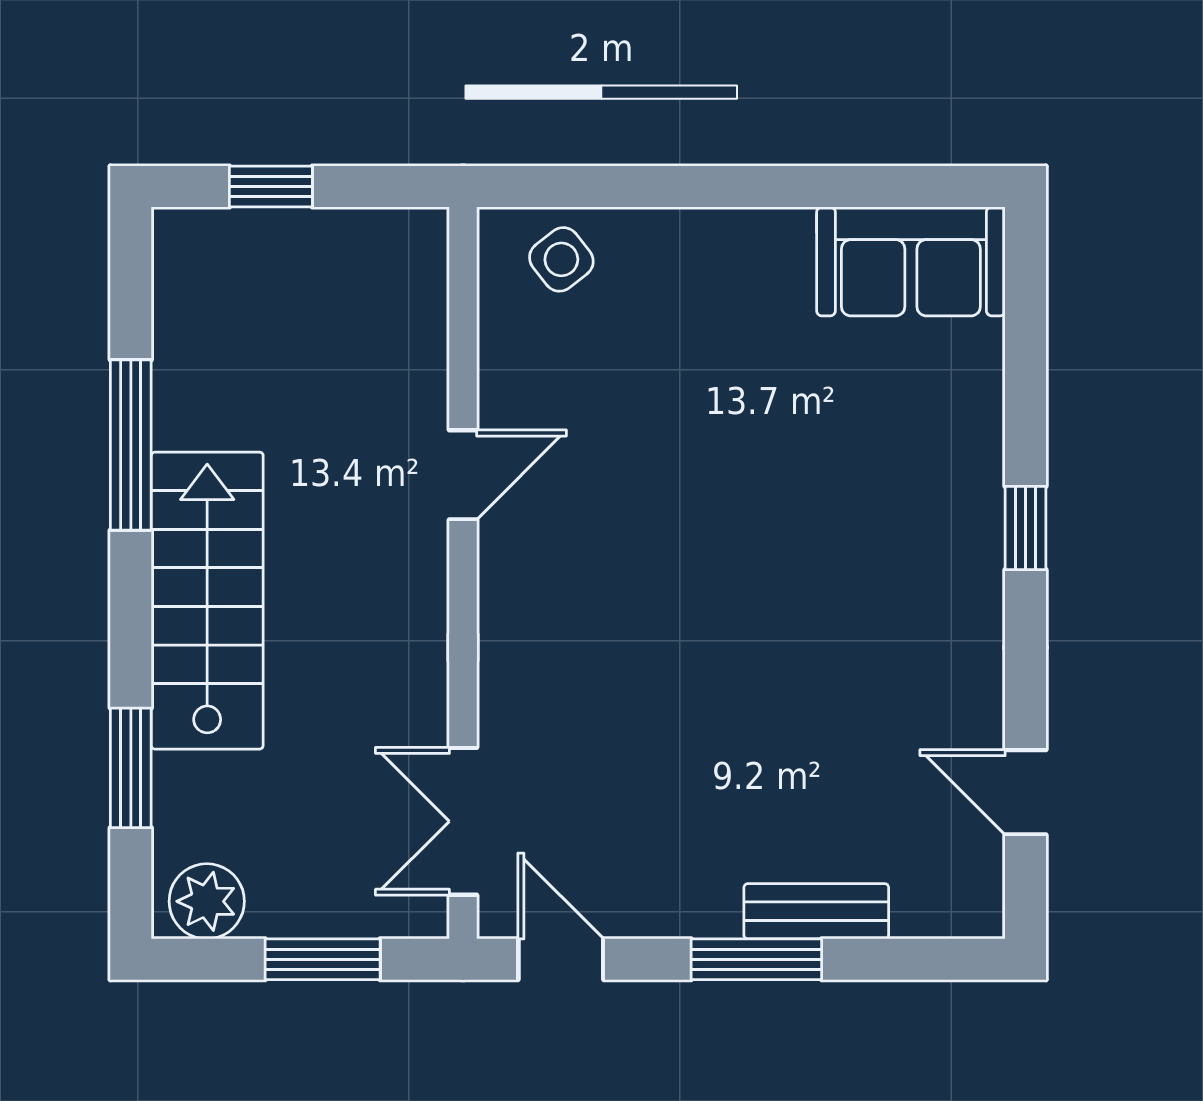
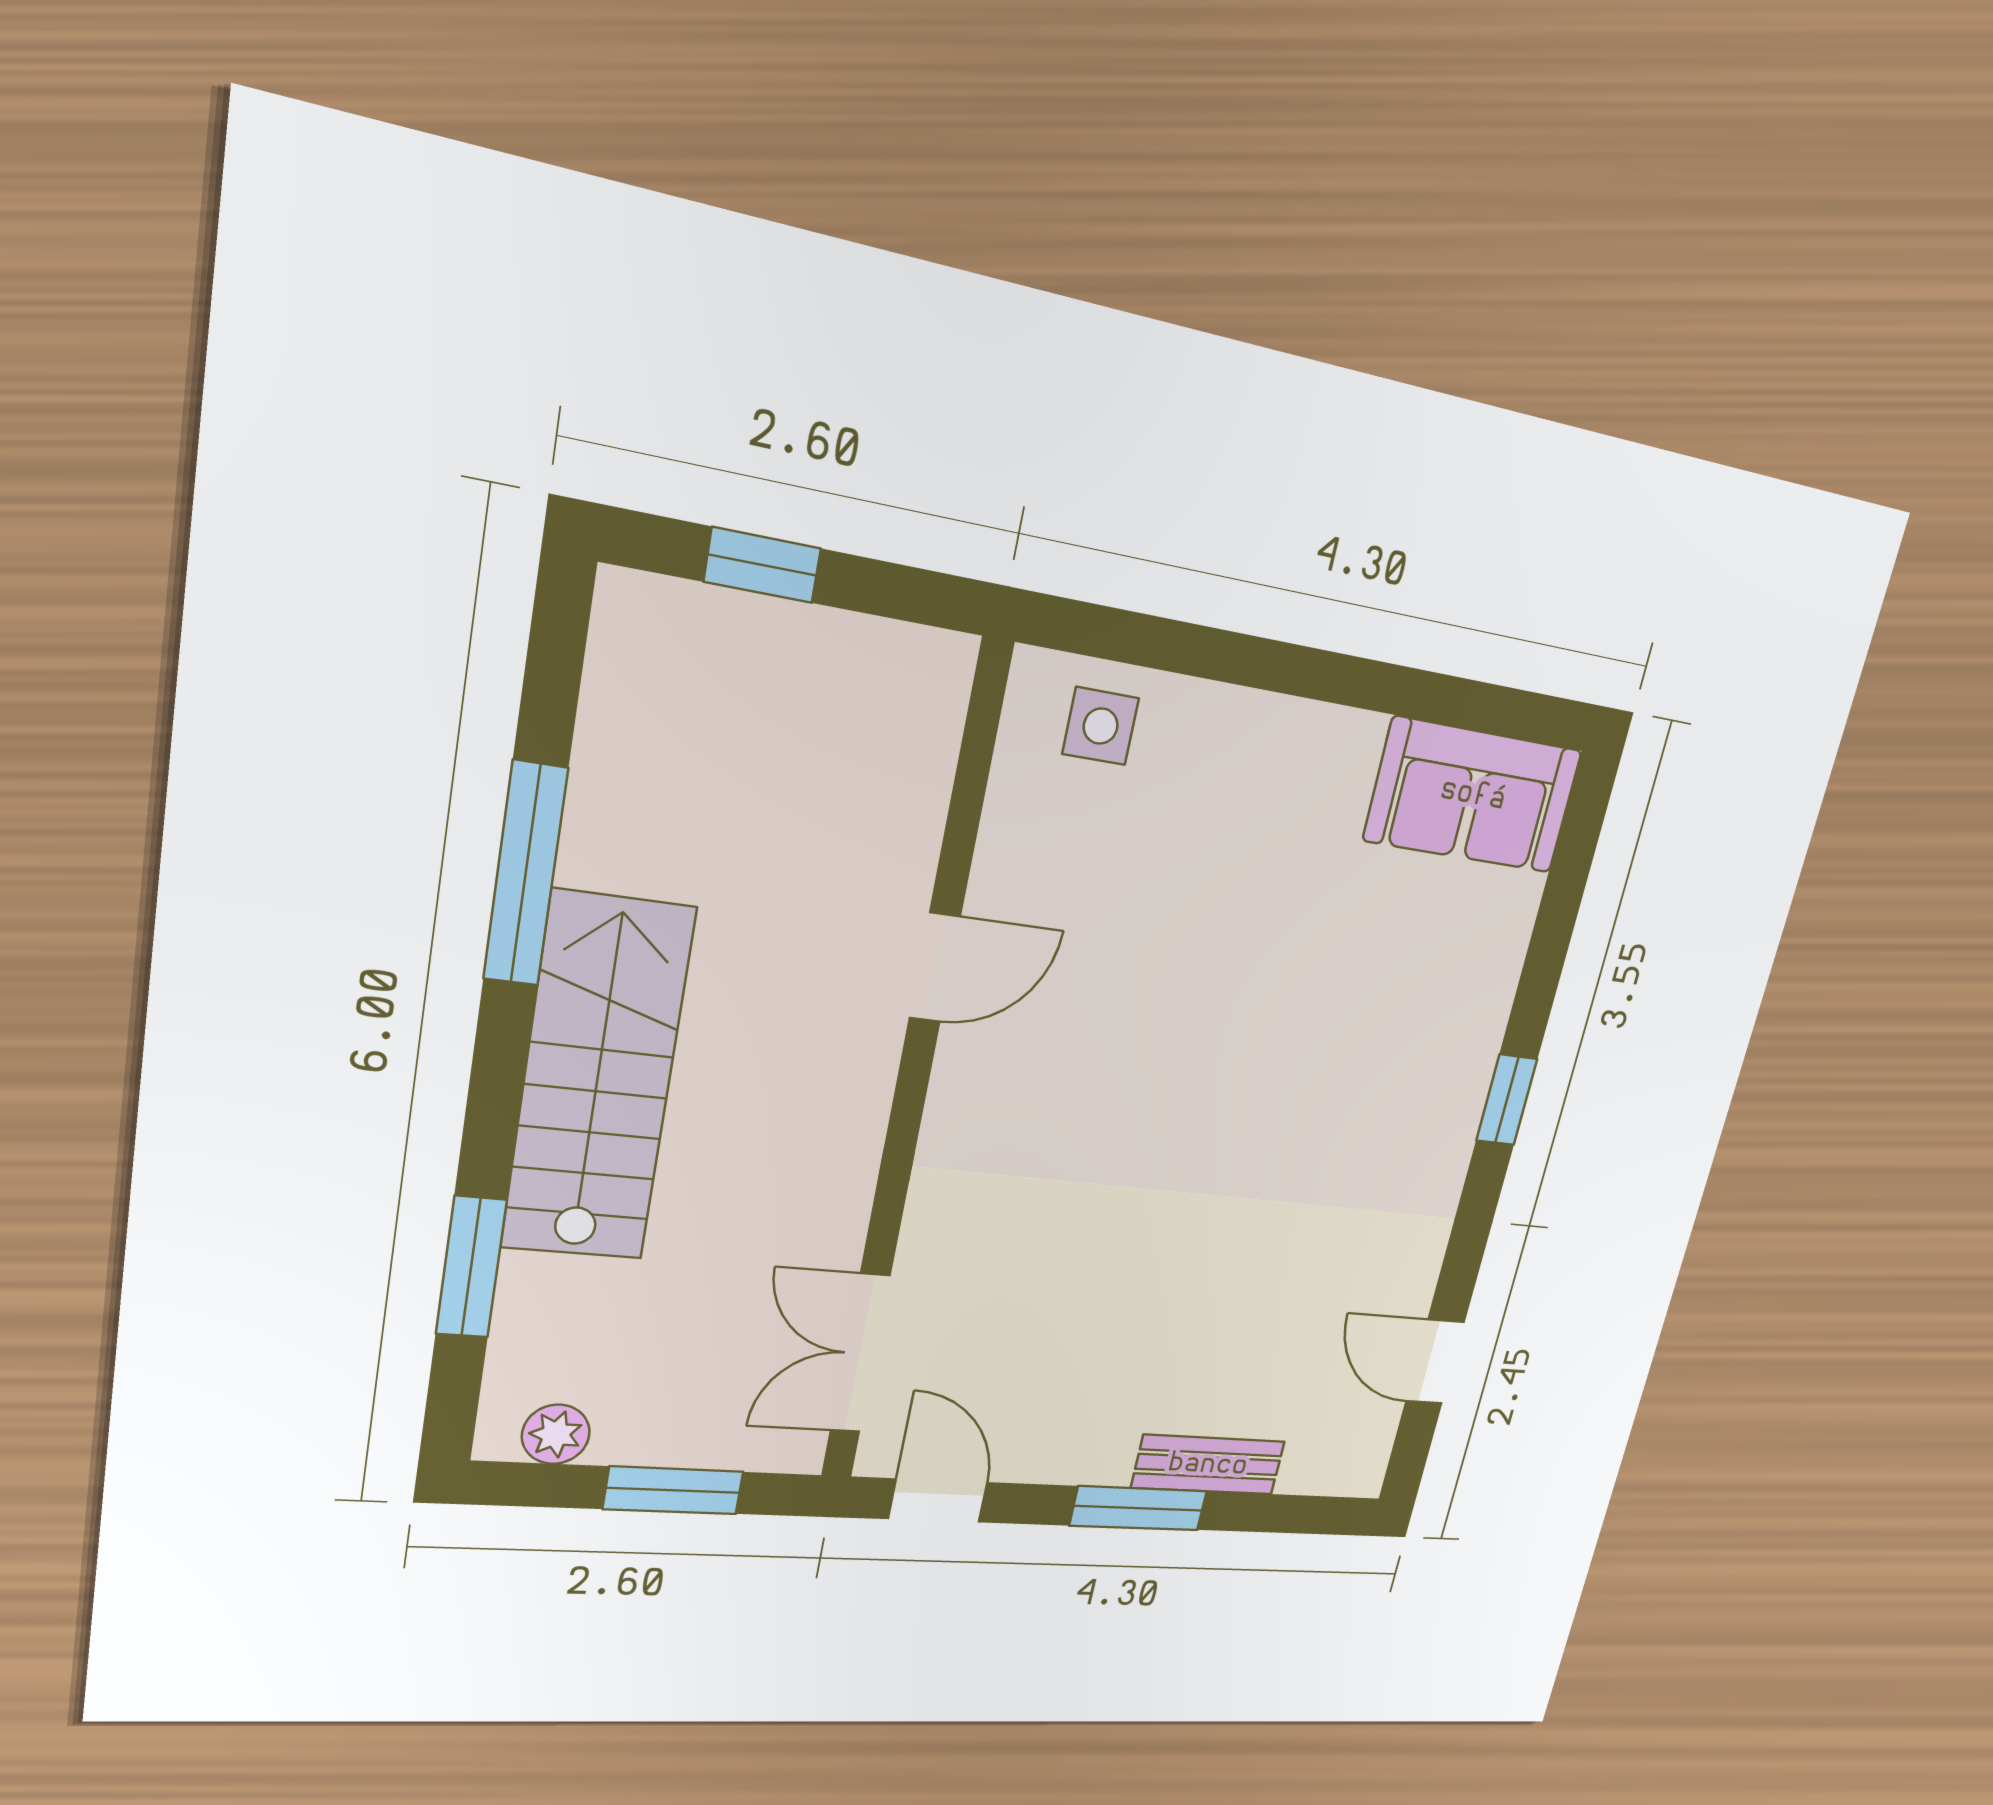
side table: (561, 259) -> (1101, 726), turned 38
plant: (207, 901) -> (556, 1434), width x0.73, depth x0.73

